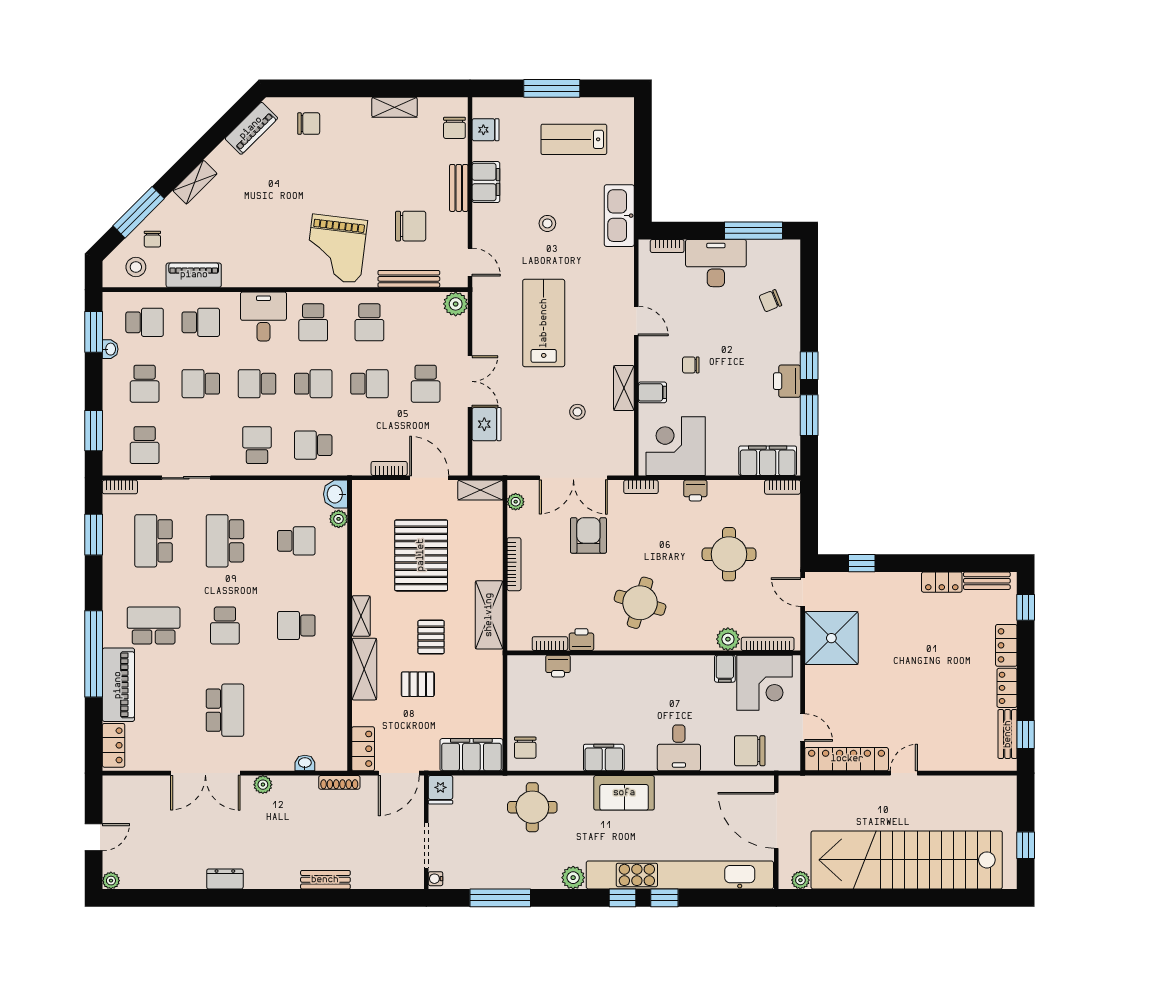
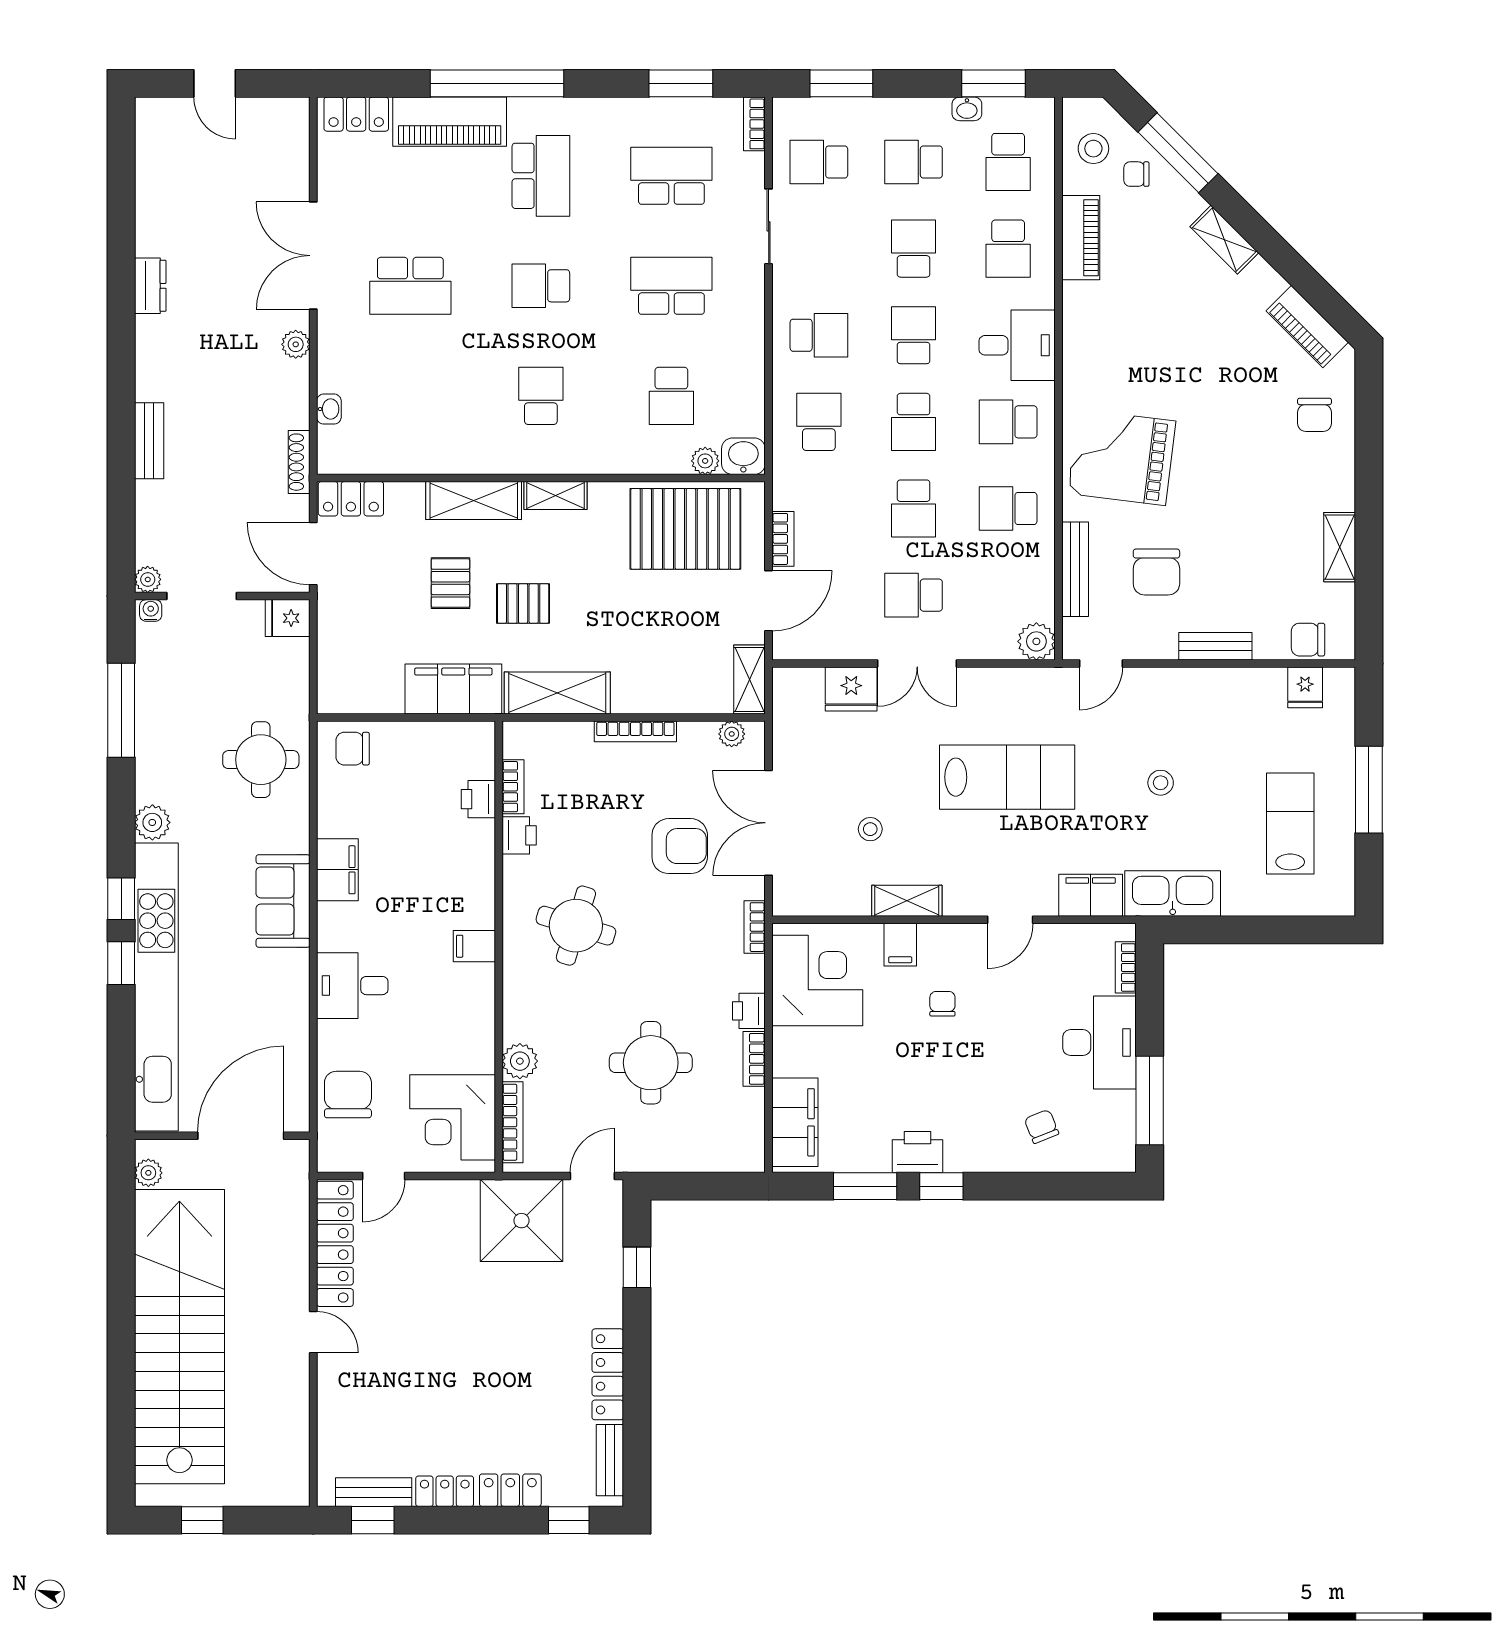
filing cabinet: (486, 182) -> (1091, 895), moved, turned 180
bookcase: (783, 487) -> (754, 1059), moved
pallet: (421, 555) -> (685, 529), moved
locker: (942, 582) -> (608, 1374), width x1.53
filing cabinet: (725, 669) -> (474, 946), moved
filing cabinet: (471, 755) -> (453, 689), moved, turned -90
plant: (111, 881) -> (148, 579), moved

